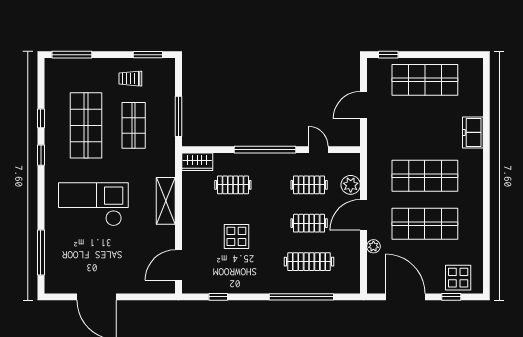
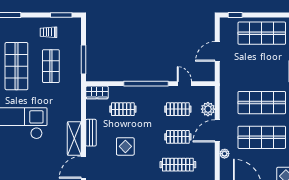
shelving: (166, 201) -> (74, 139), moved
bench: (189, 217) -> (91, 133), added

